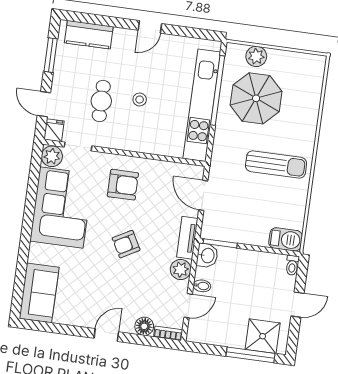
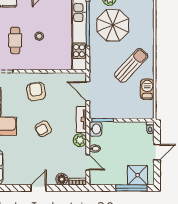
sun lounger: (276, 165) -> (131, 65), turned -47
armchair: (123, 185) -> (36, 91), turned -98
barbecue: (286, 239) -> (147, 89), moved, turned -90
door: (188, 306) -> (88, 162), hinge flipped

